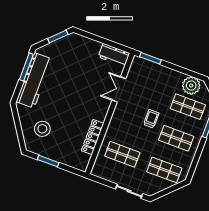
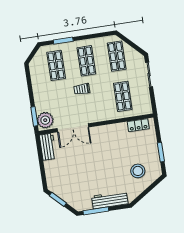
workbench: (34, 80) -> (110, 200), width x0.73, depth x0.76
plant: (191, 86) -> (45, 120), moved
double door: (119, 89) -> (73, 128), width x1.37
locker: (93, 137) -> (138, 125), moved, width x0.66

